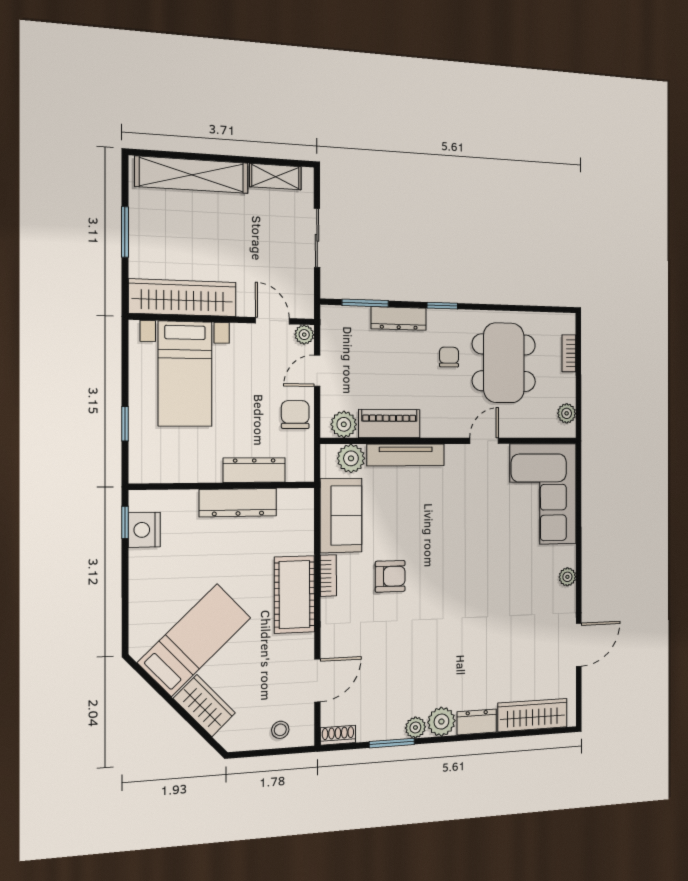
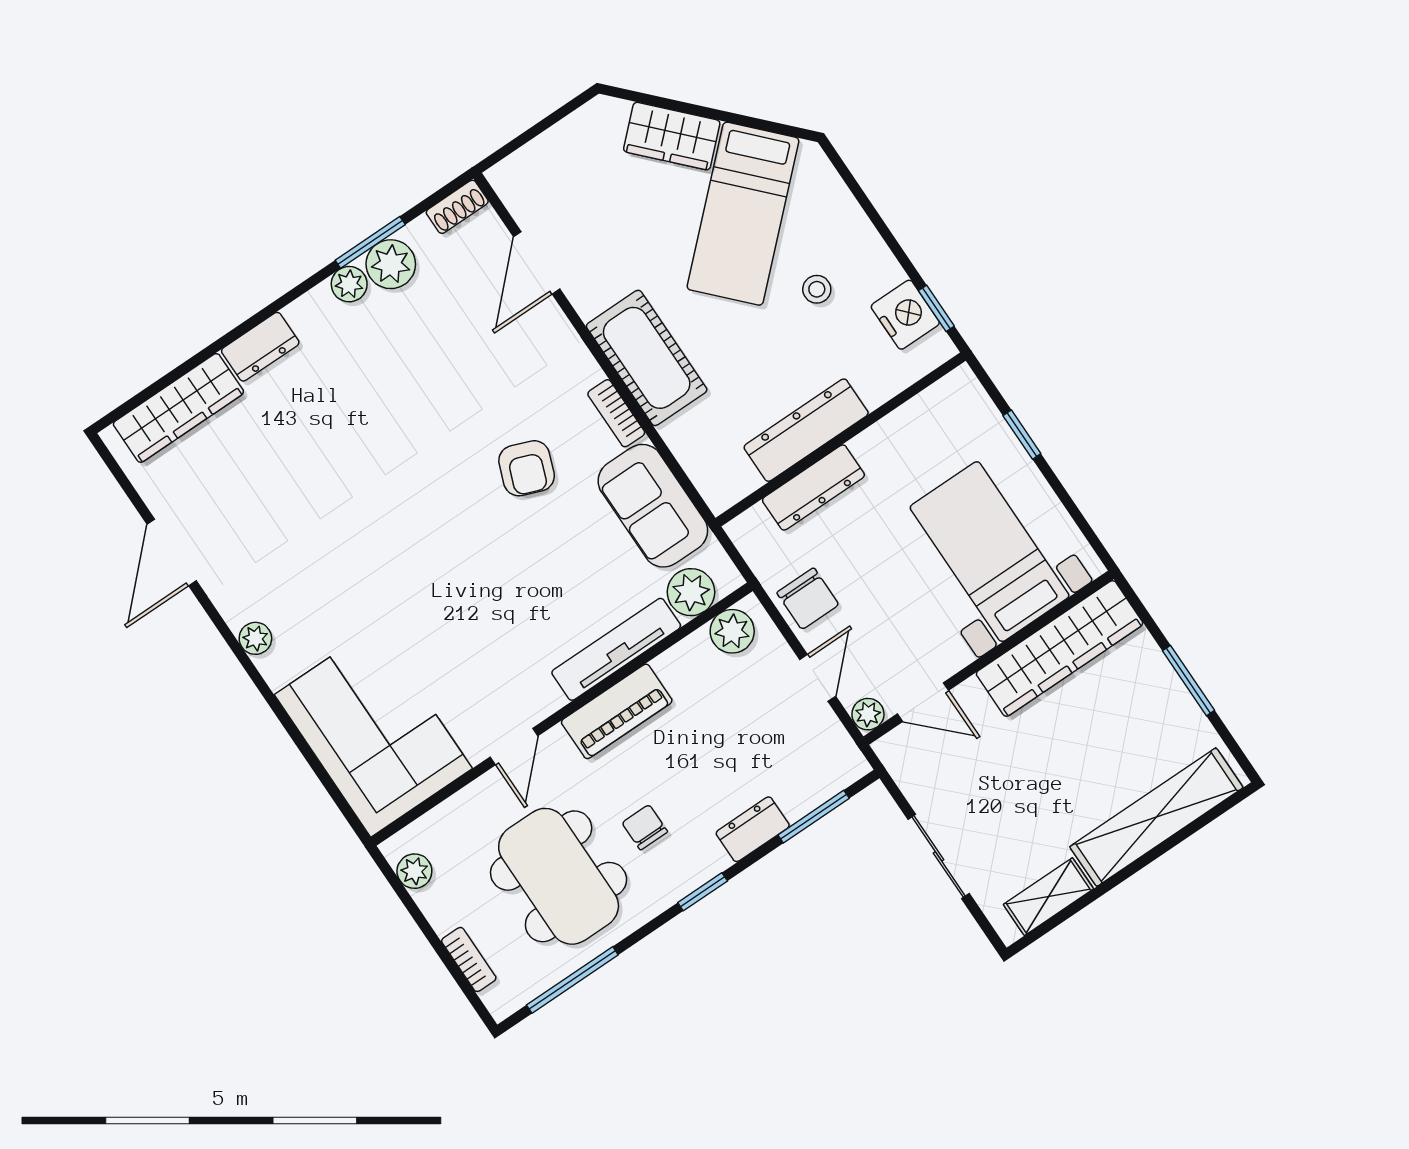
window: (529, 309) -> (572, 980), added
dresser: (399, 318) -> (753, 829), width x0.70
chair: (449, 357) -> (645, 827), turned 180
piano: (389, 424) -> (617, 711), moved
armchair: (390, 576) -> (527, 468), turned -69
plant: (441, 722) -> (391, 264), moved
stool: (280, 730) -> (817, 289), moved

